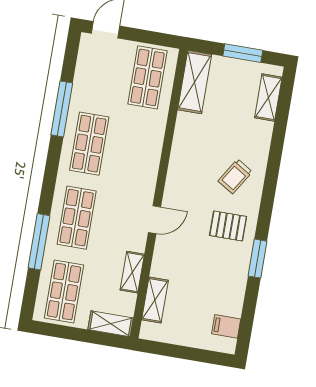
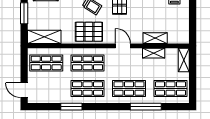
window: (62, 109) -> (71, 107), width x0.69
shop shelf: (135, 151) -> (88, 63), added
pallet: (190, 163) -> (89, 32), added
shelving: (155, 300) -> (155, 38), moved

